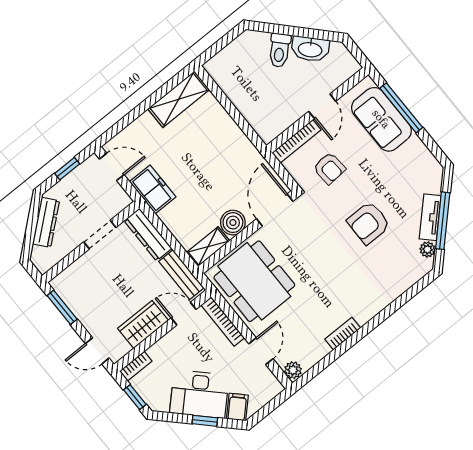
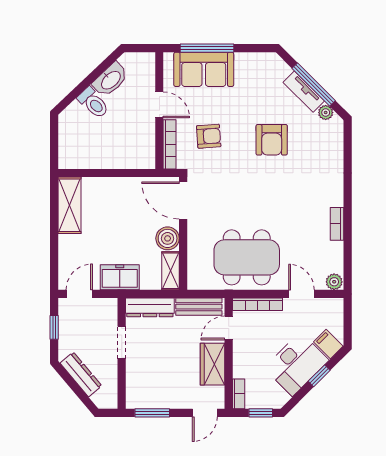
door: (275, 210) -> (183, 201), moved
boiler: (233, 223) -> (168, 238), moved
wall: (247, 232) -> (183, 233), moved
shelving: (208, 247) -> (170, 271), moved

